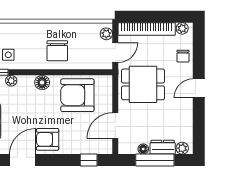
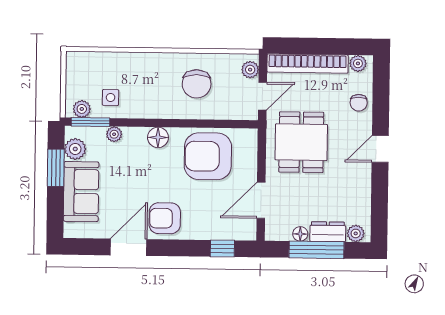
chair: (57, 51) -> (197, 84), moved
dining table: (143, 84) -> (301, 142), turned 90

